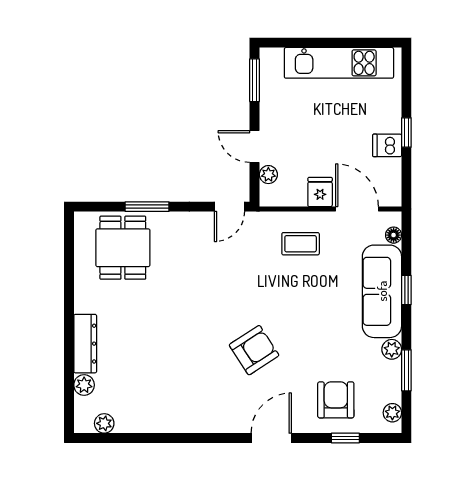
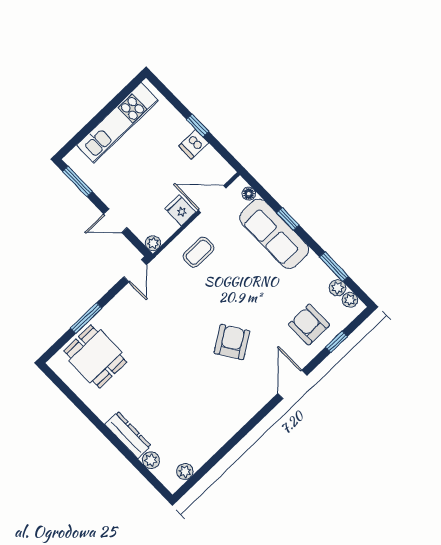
plant: (268, 175) -> (153, 243), moved
plant: (392, 349) -> (338, 288), moved

